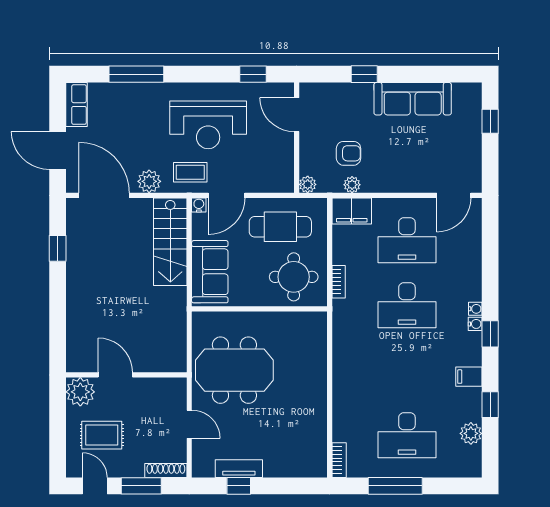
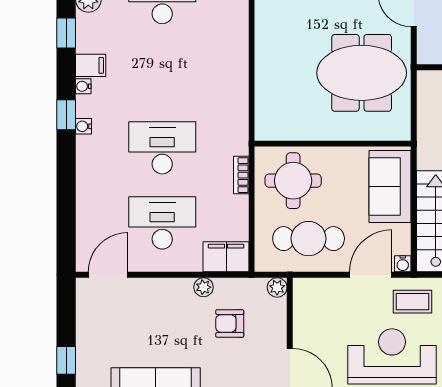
plant: (352, 185) -> (204, 287), moved
water cooler: (475, 309) -> (83, 86), moved

